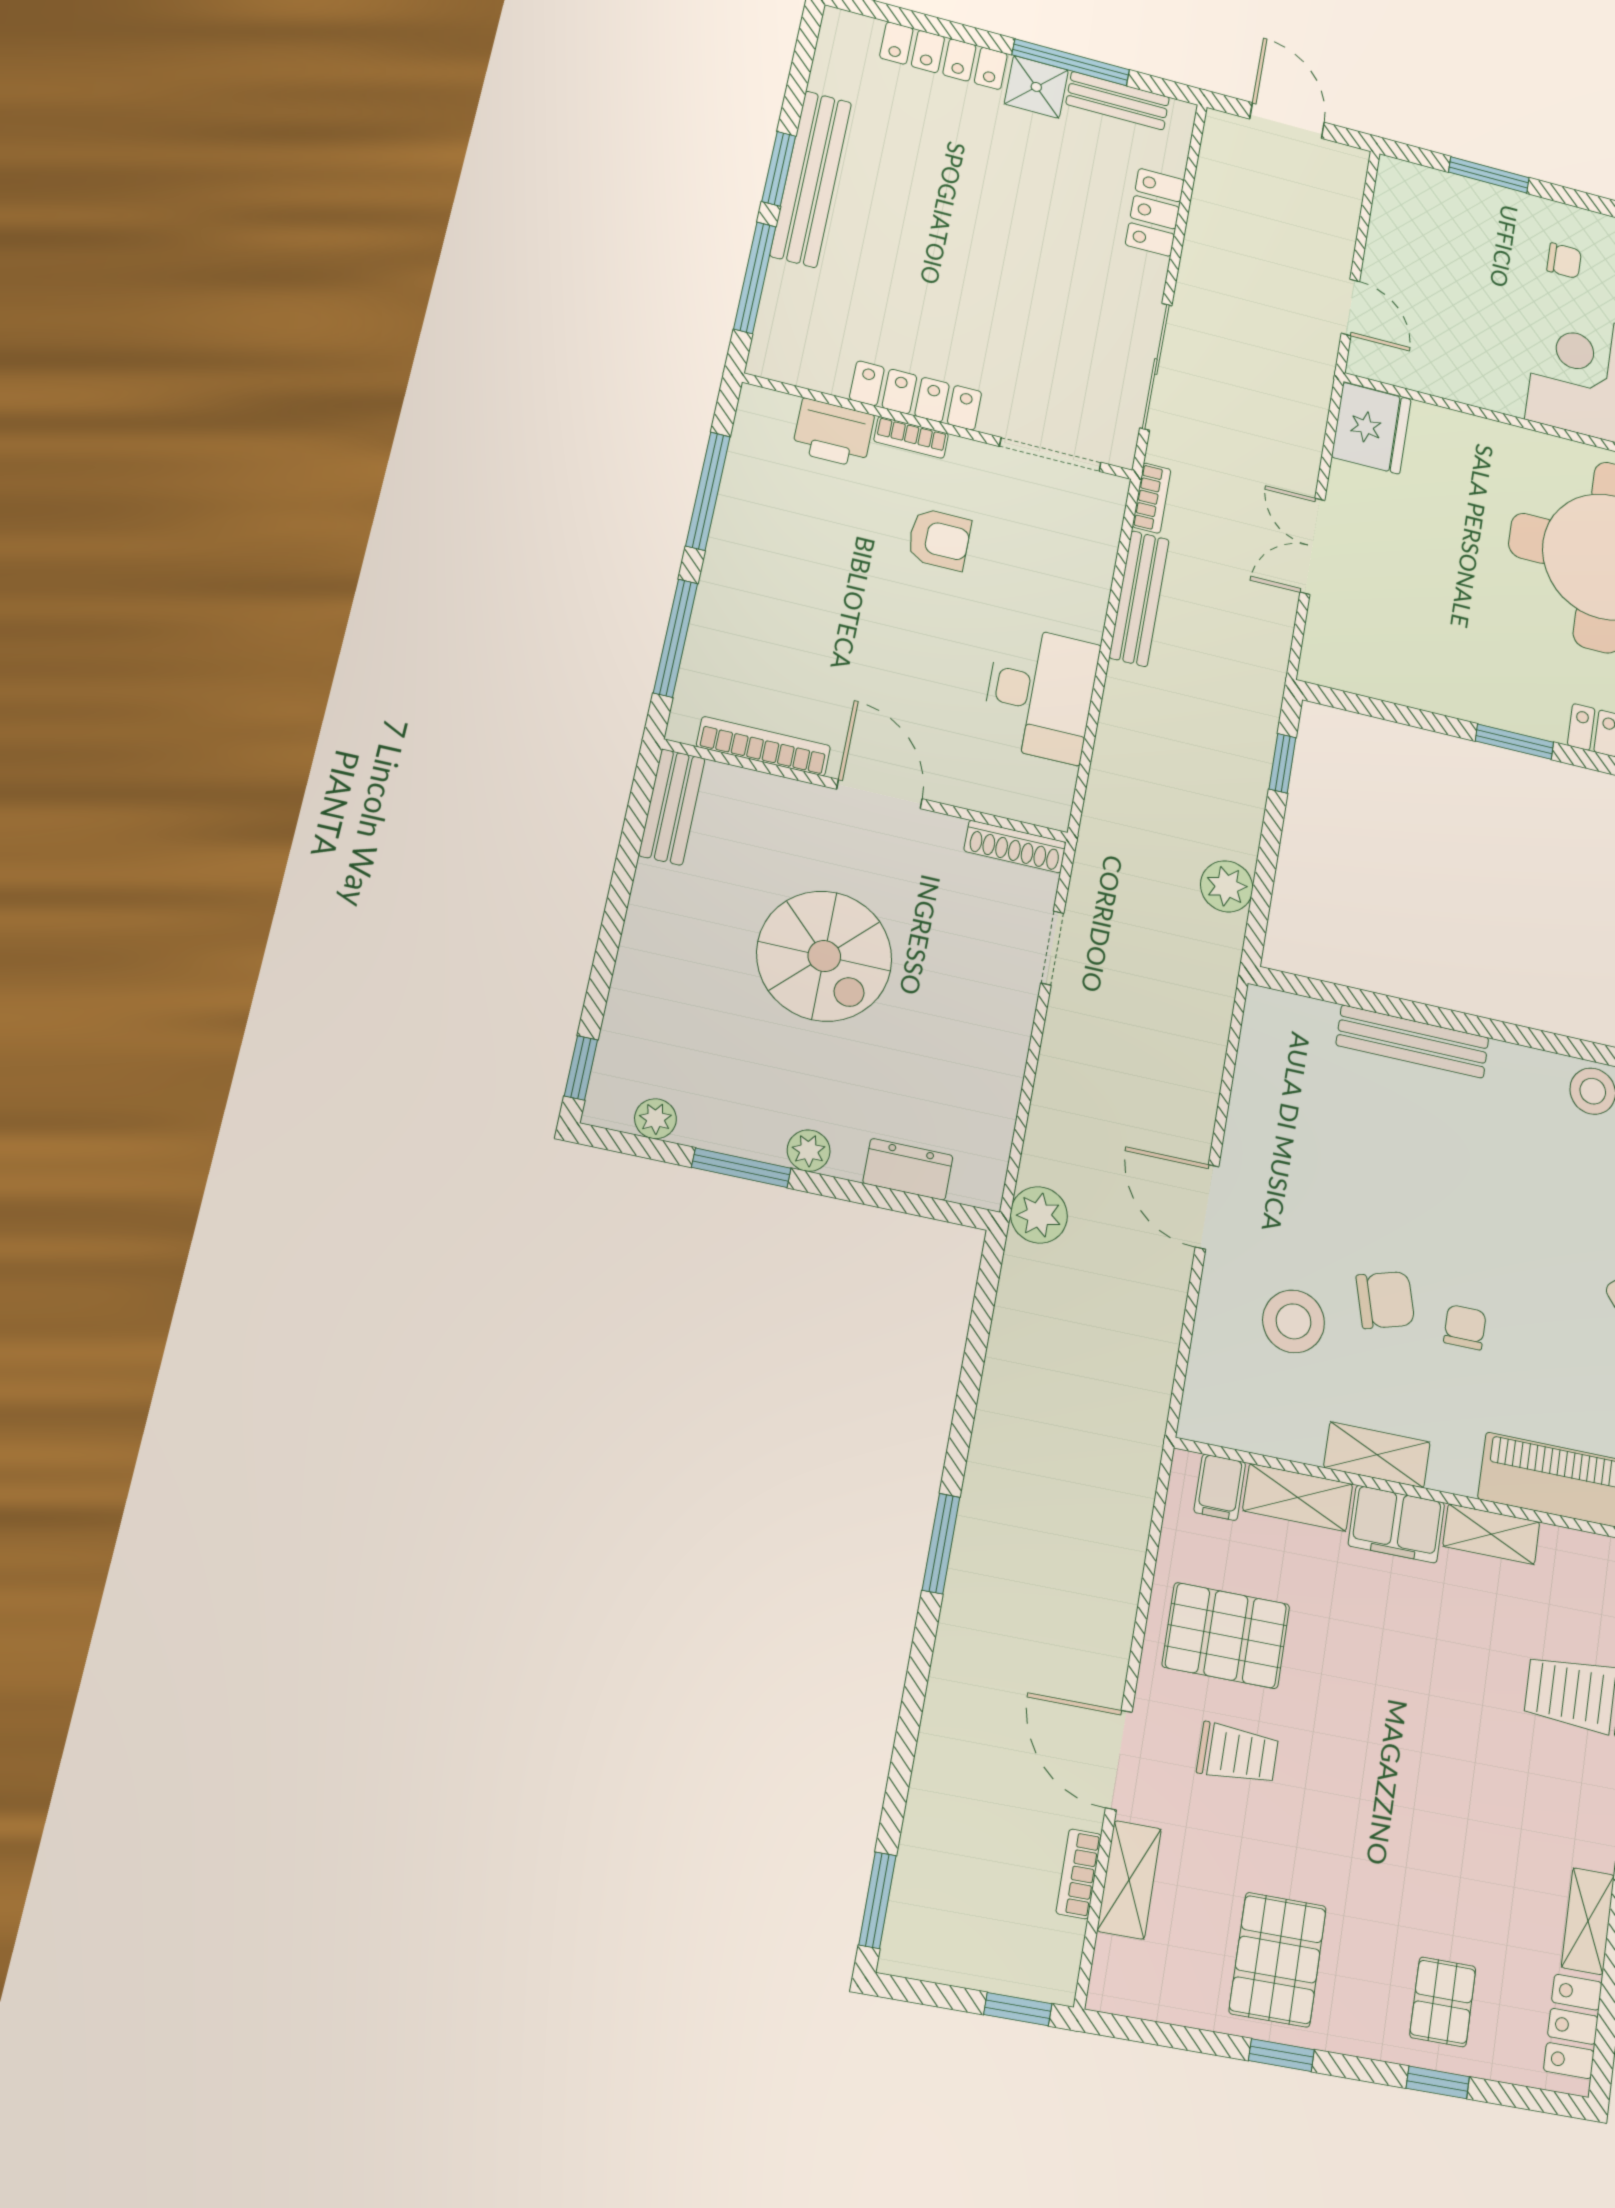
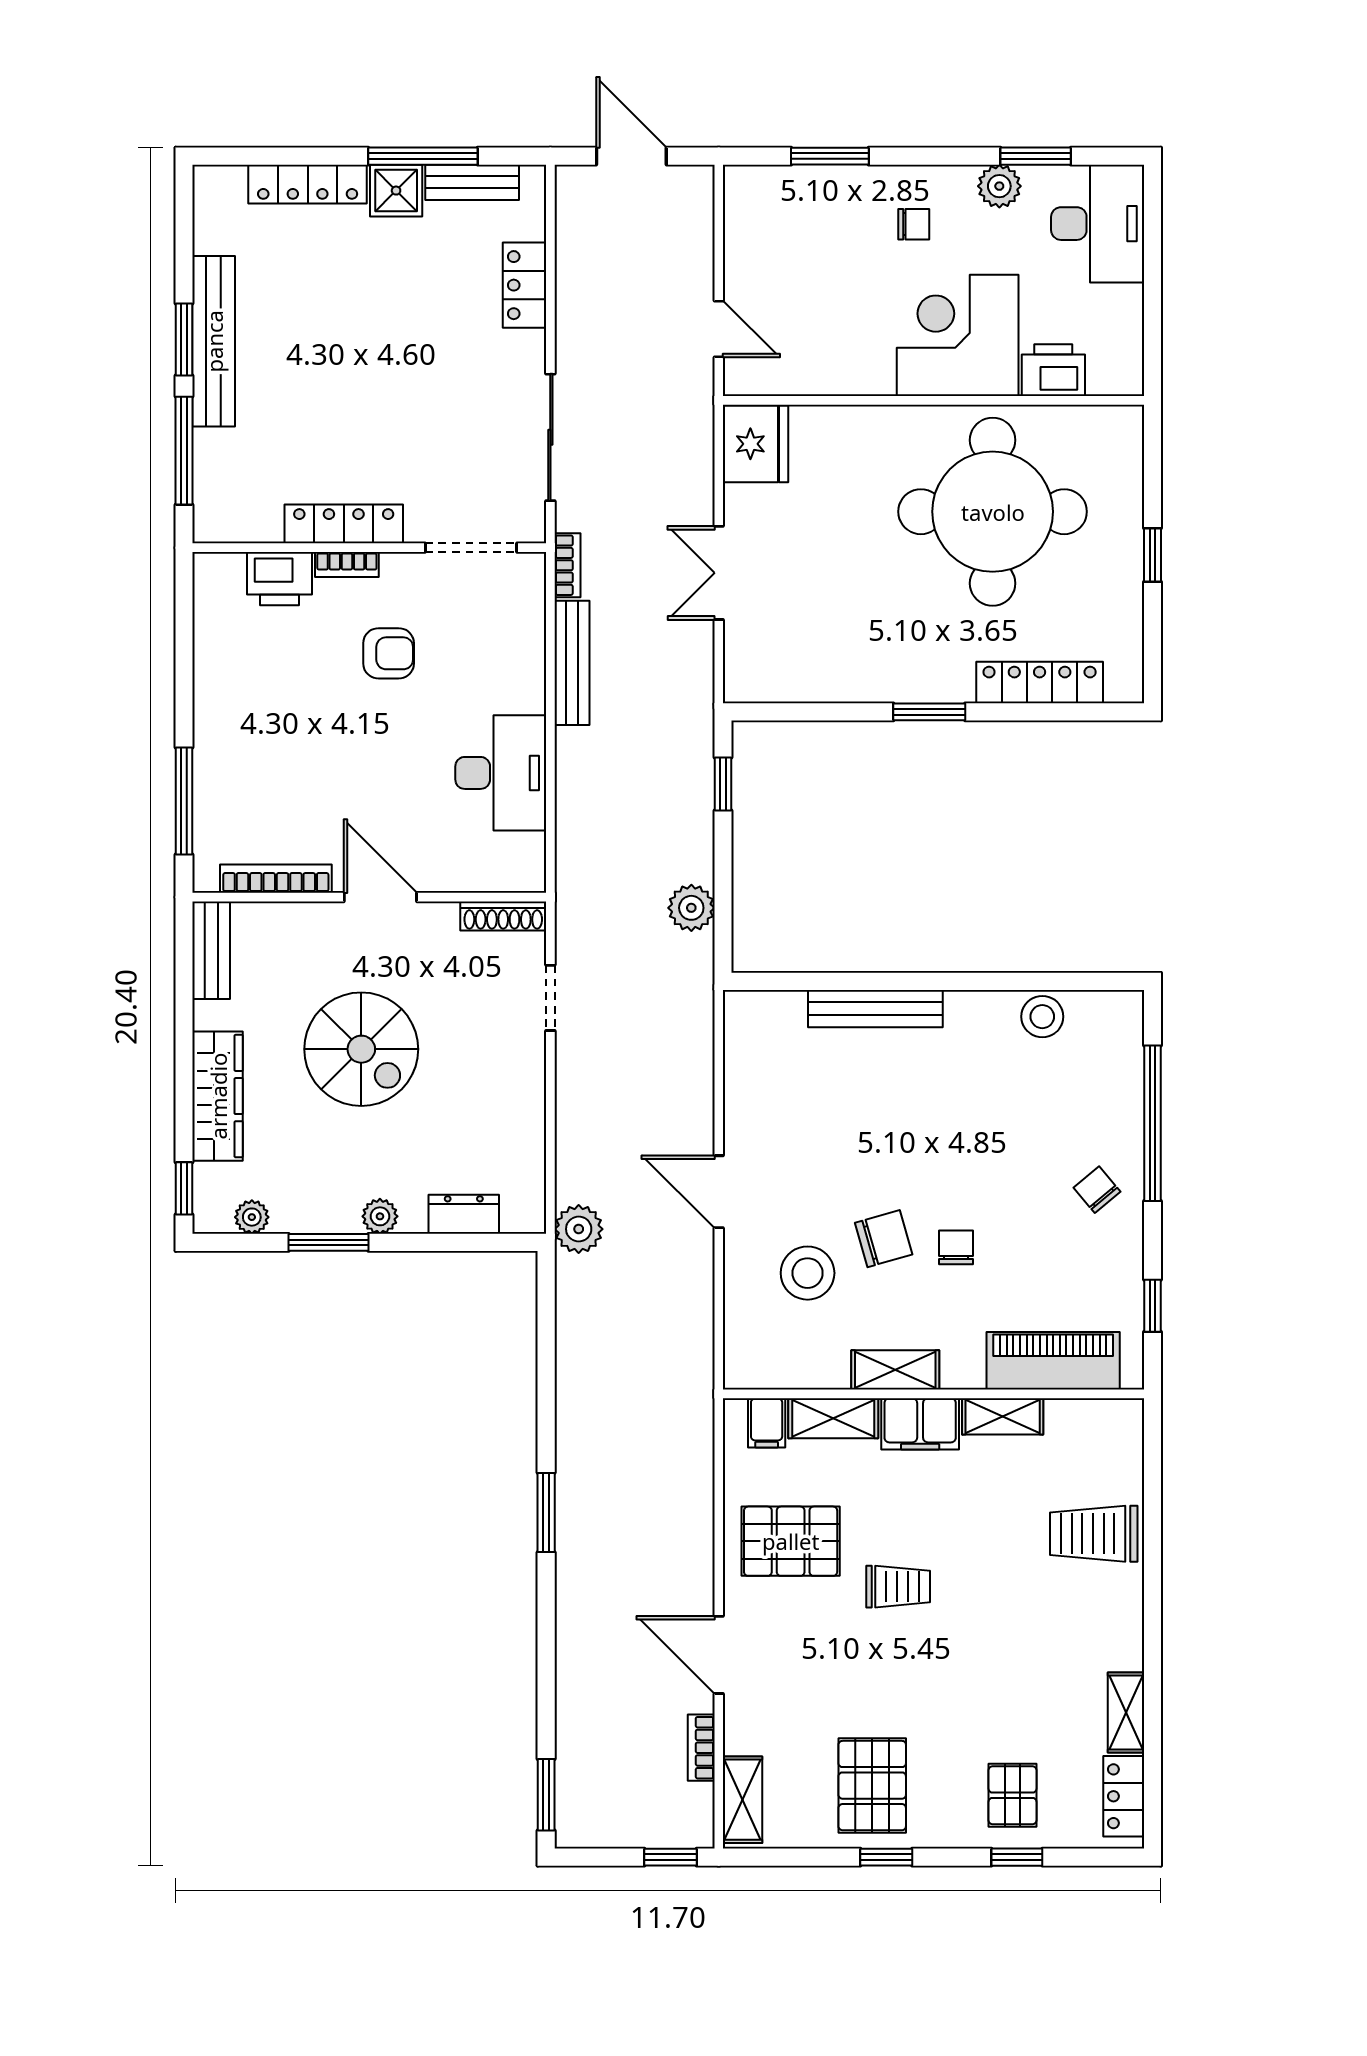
window: (708, 491) -> (184, 661), removed
wardrobe: (644, 971) -> (218, 1096), added
trolley: (1238, 1754) -> (898, 1587), moved
shelving: (1129, 1880) -> (742, 1800), moved

